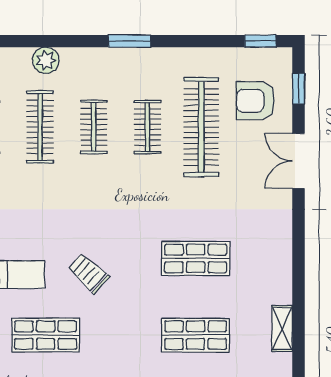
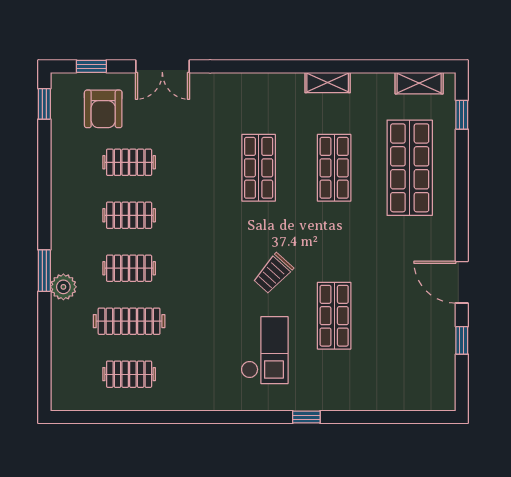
window: (129, 41) -> (44, 271), moved
plant: (46, 60) -> (63, 287), moved
clothes rail: (201, 127) -> (129, 162), width x0.54, depth x0.76

